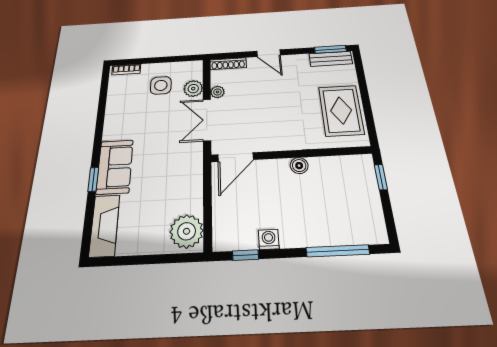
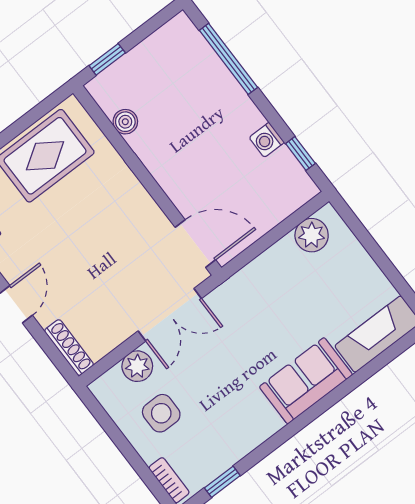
plant: (217, 92) -> (121, 330), removed
boiler: (299, 166) -> (125, 122), moved
window: (93, 179) -> (222, 482), moved
plant: (187, 231) -> (312, 235), width x0.73, depth x0.73

